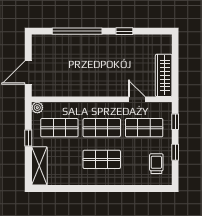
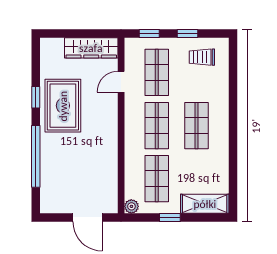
rug: (118, 53) -> (63, 106), added

